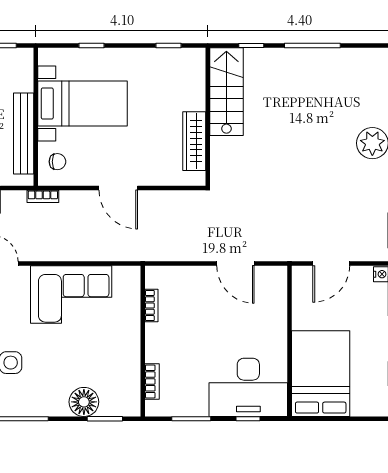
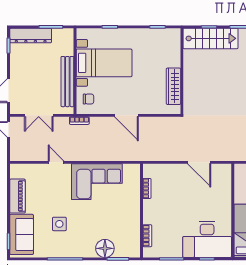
stairs: (226, 92) -> (211, 38), moved, turned 90

